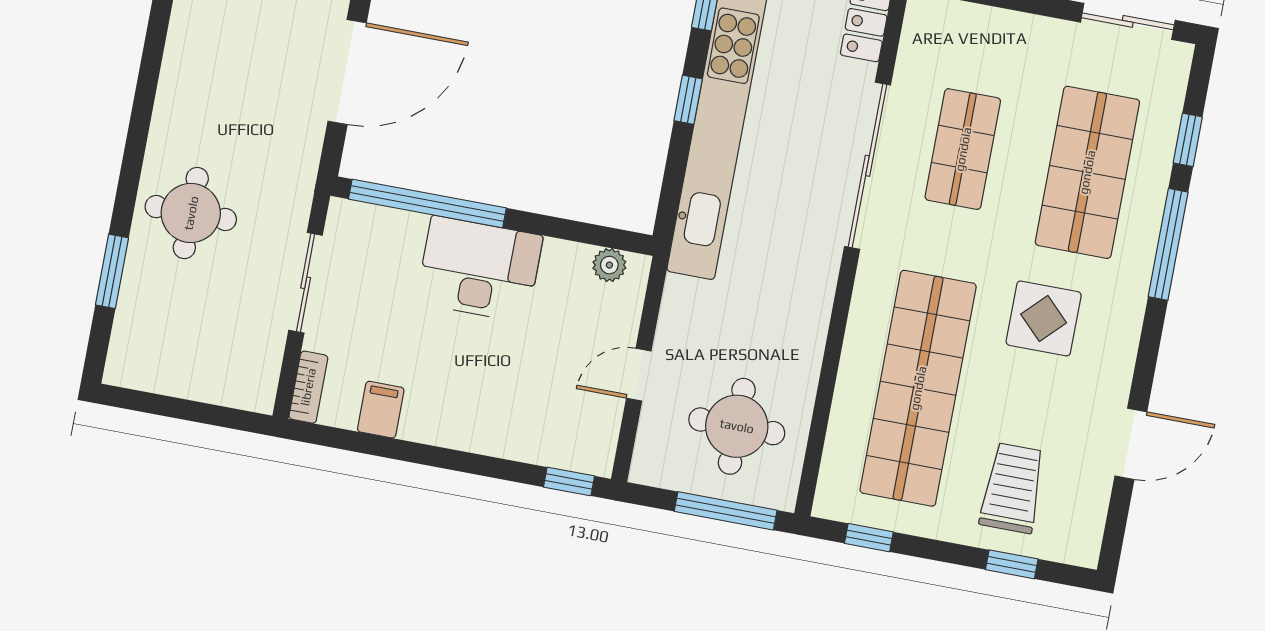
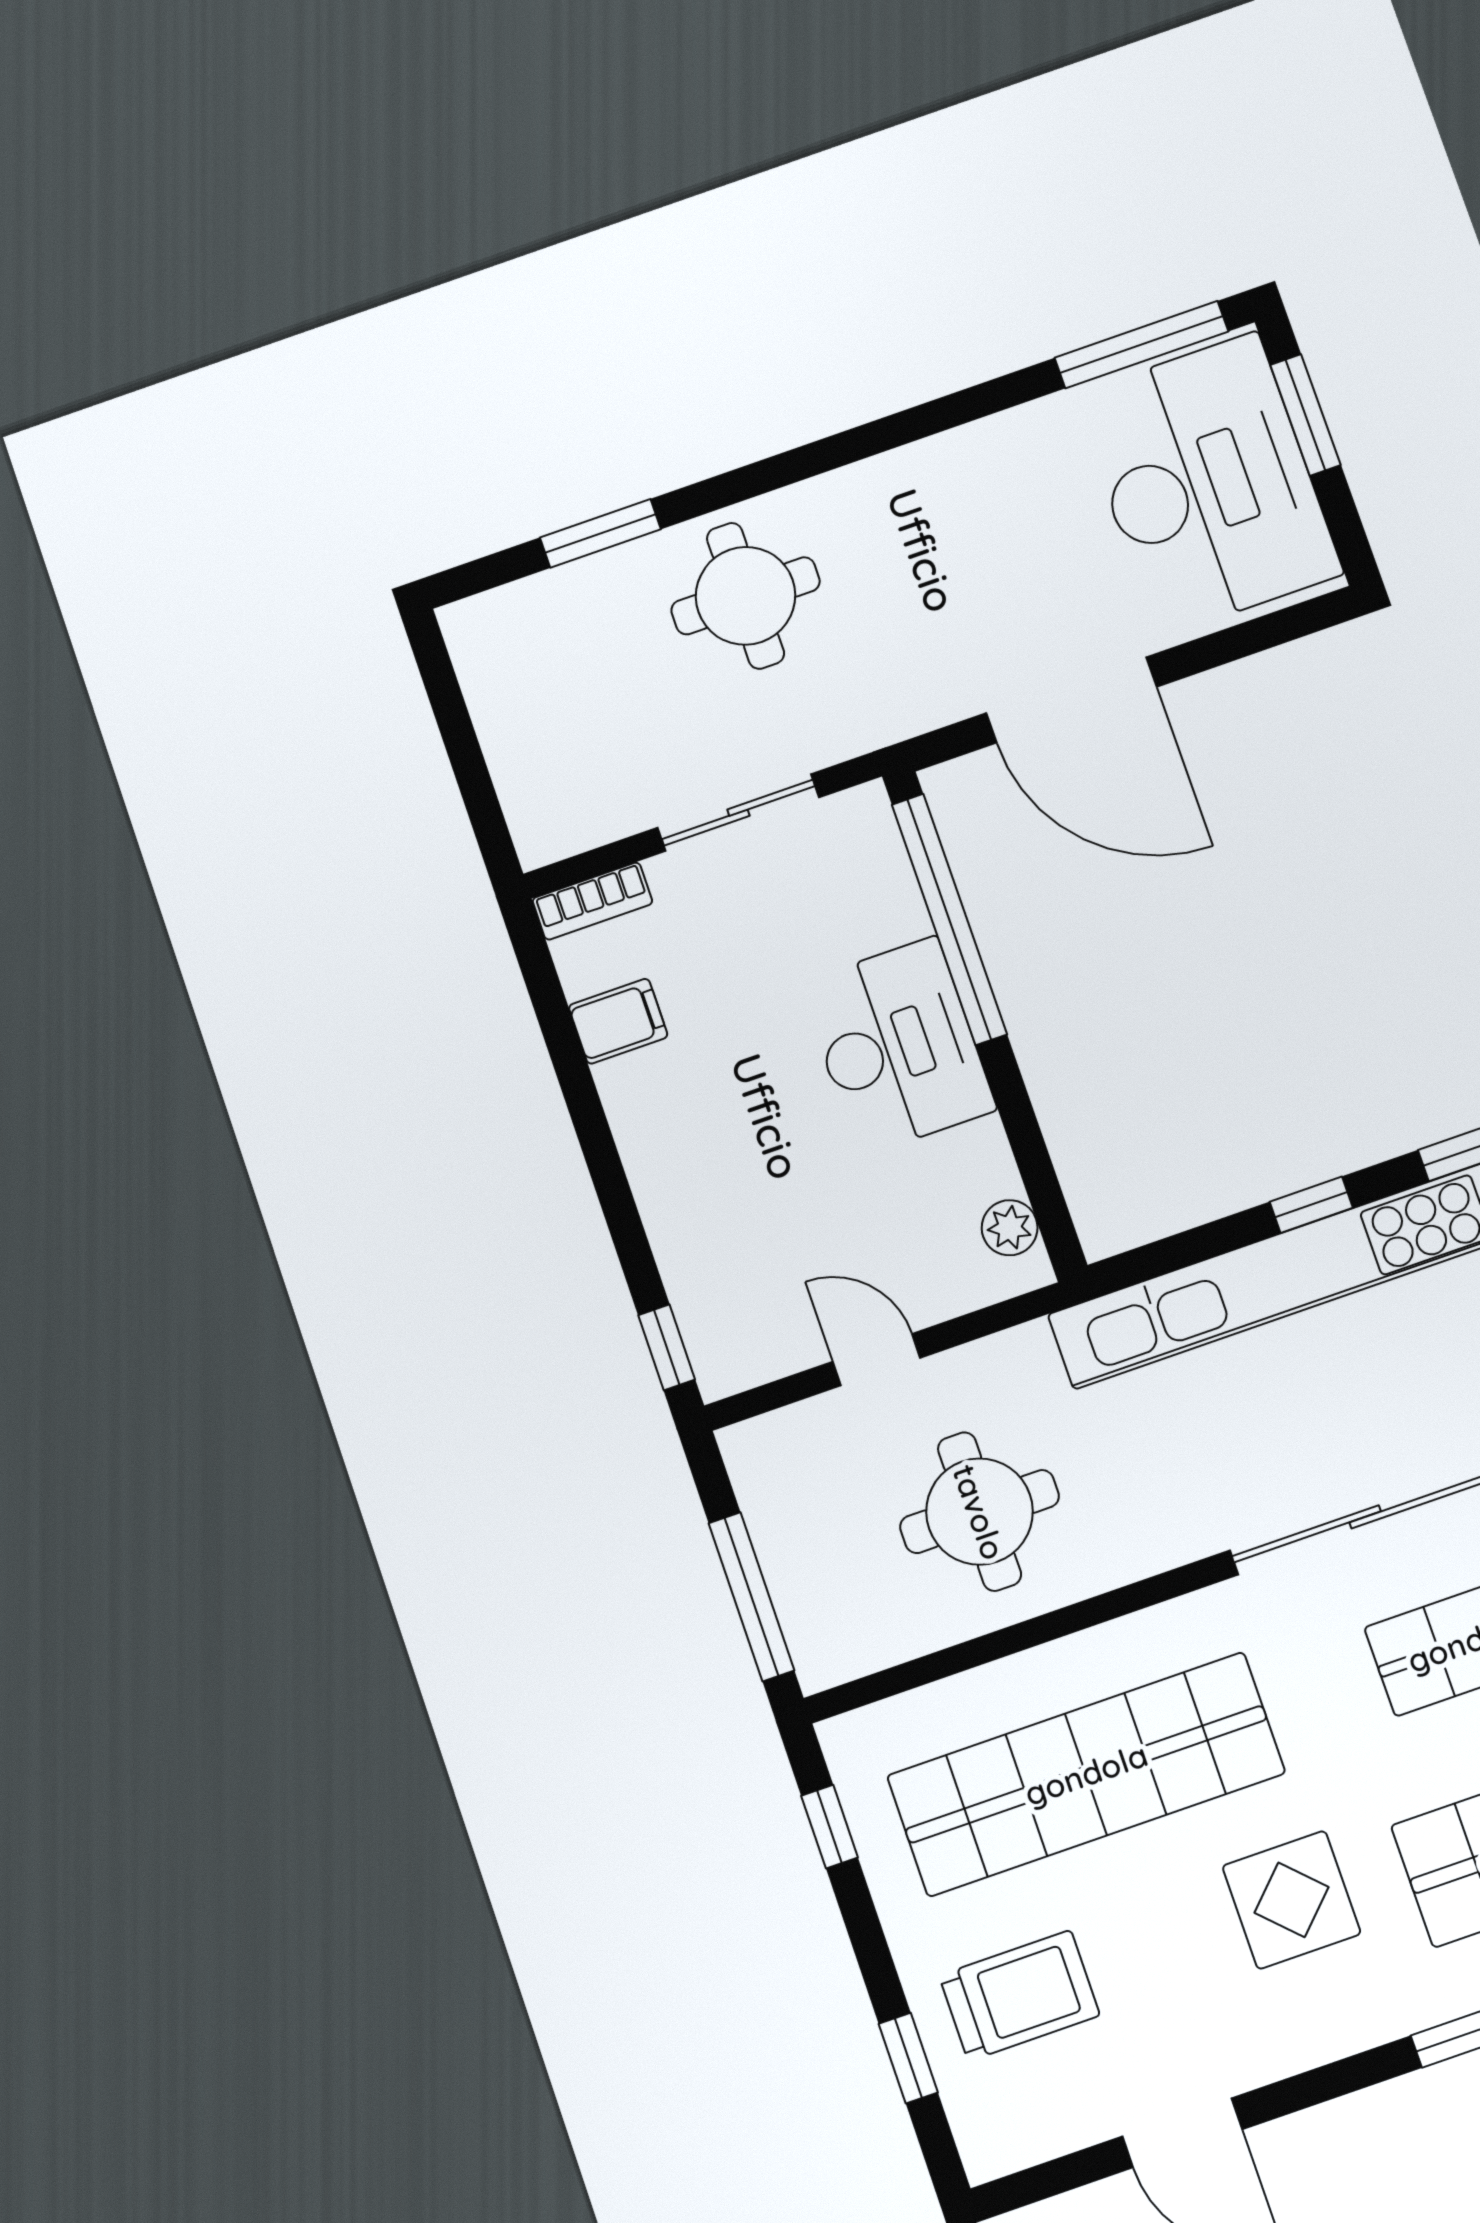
round table: (737, 426) -> (979, 1512), moved

